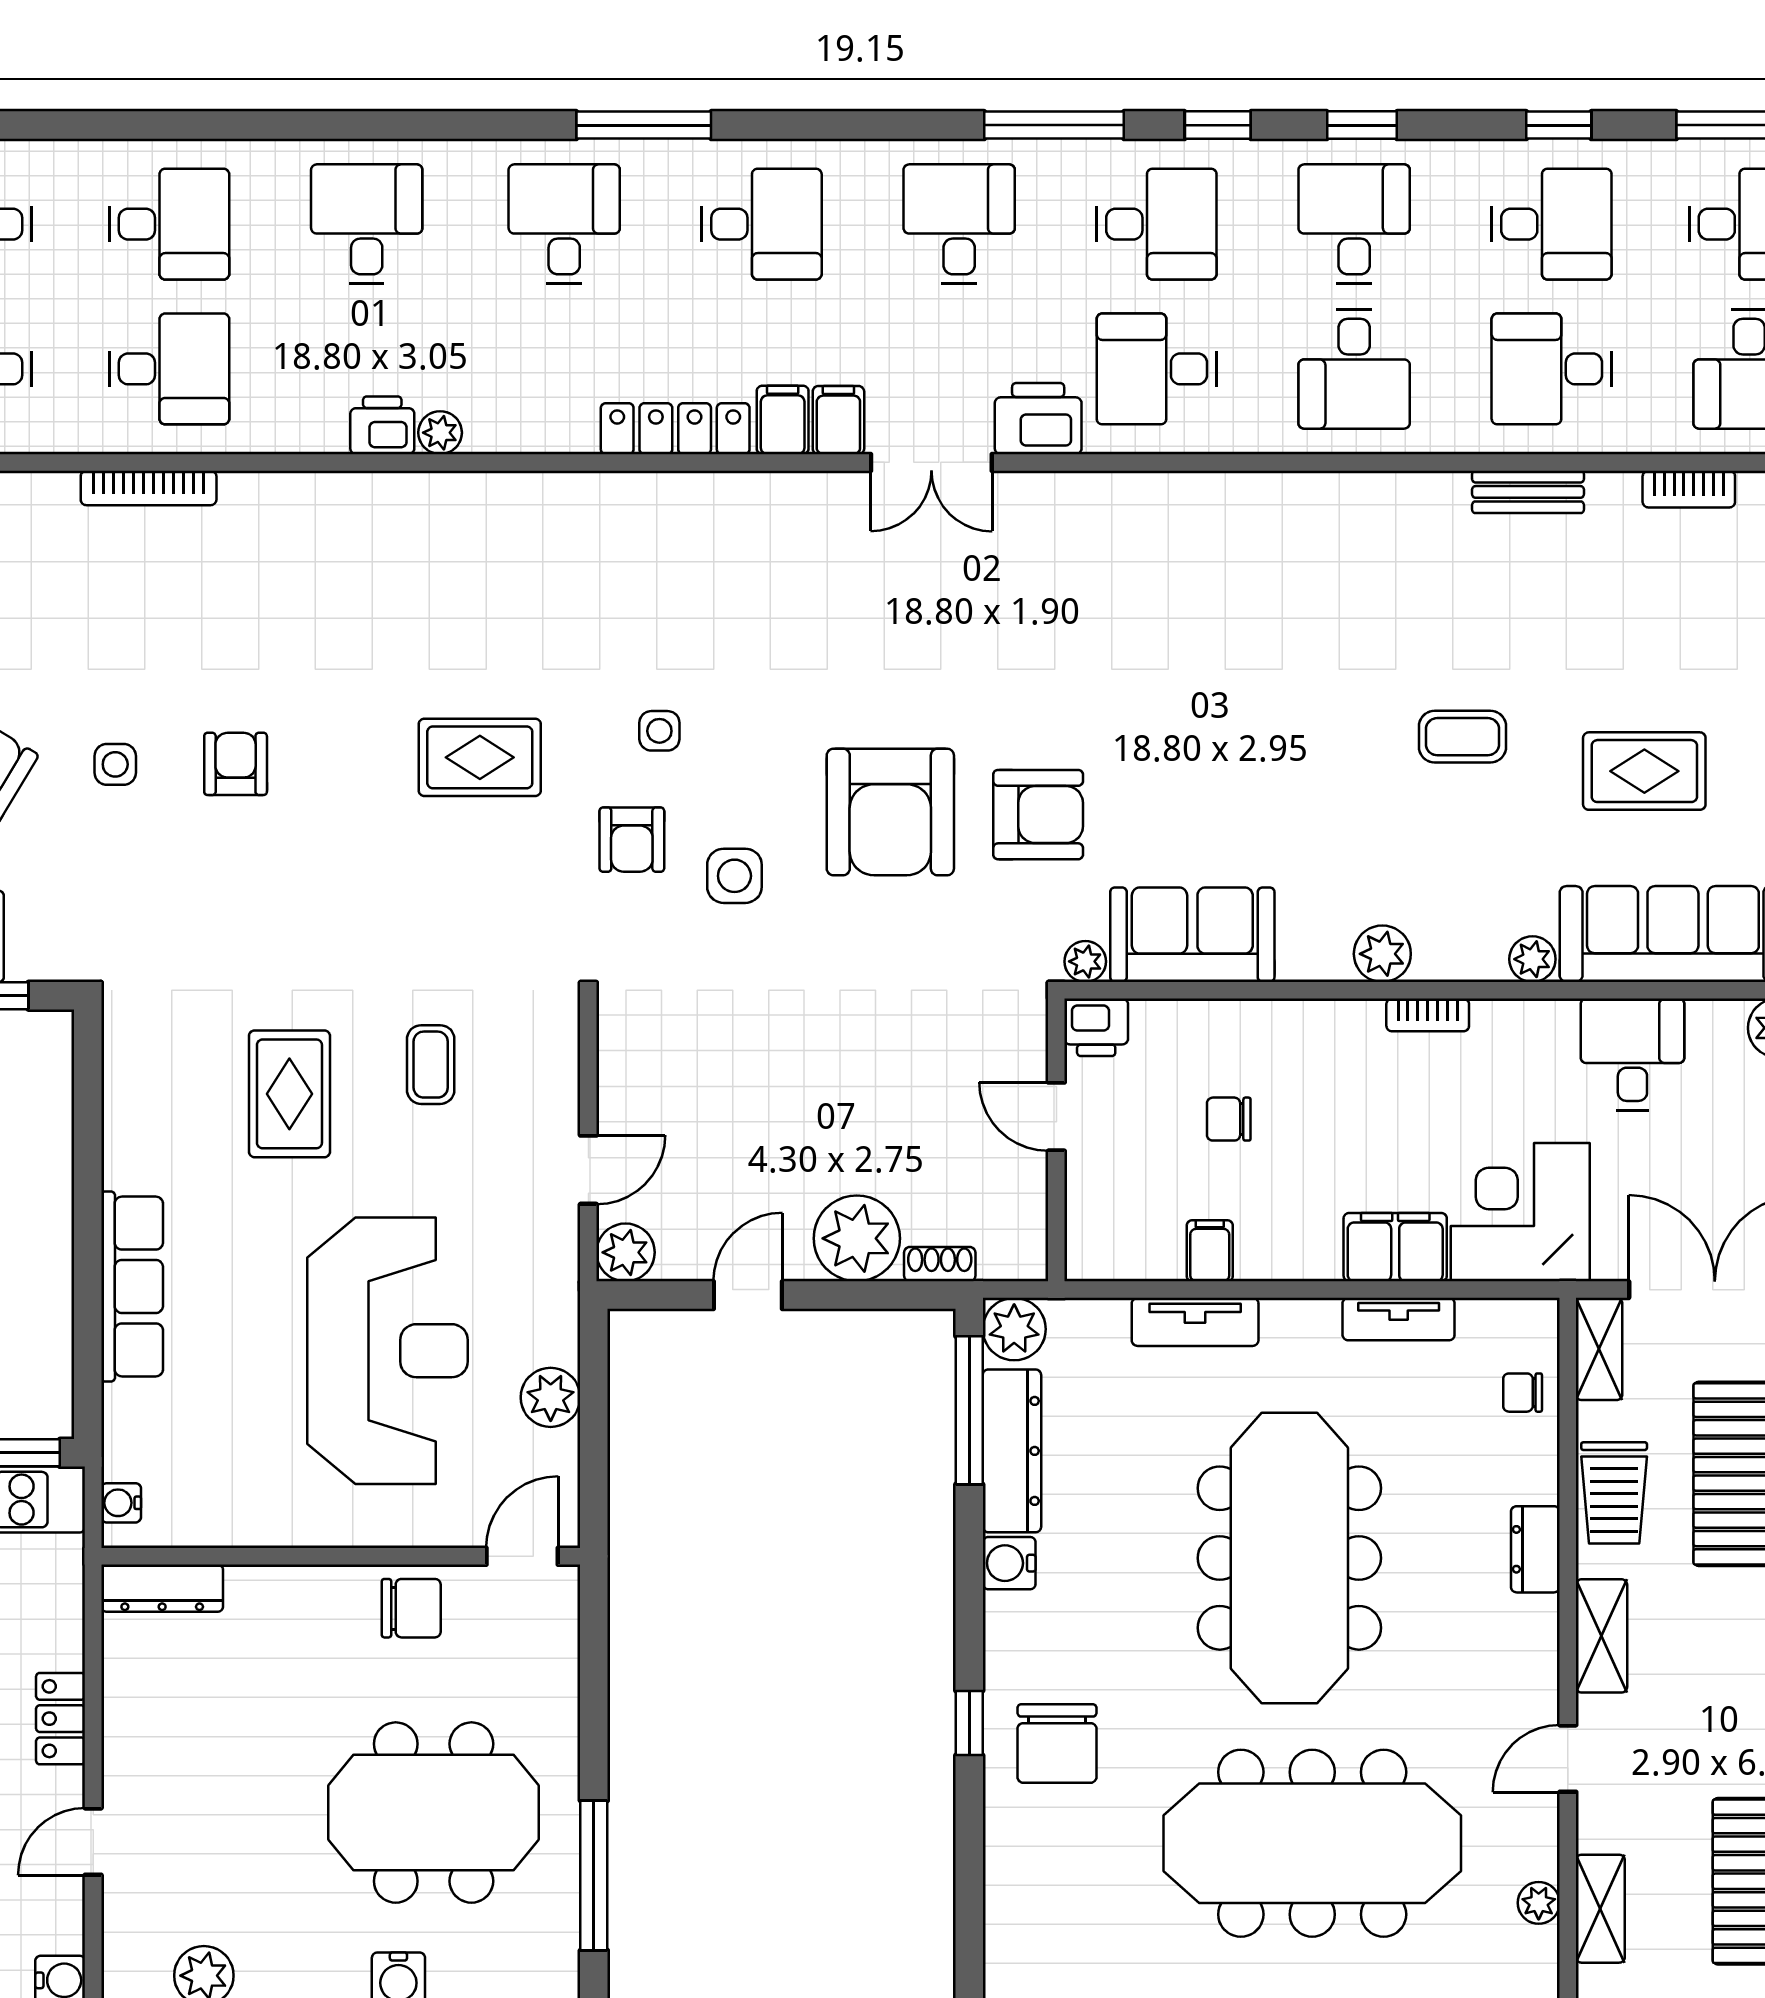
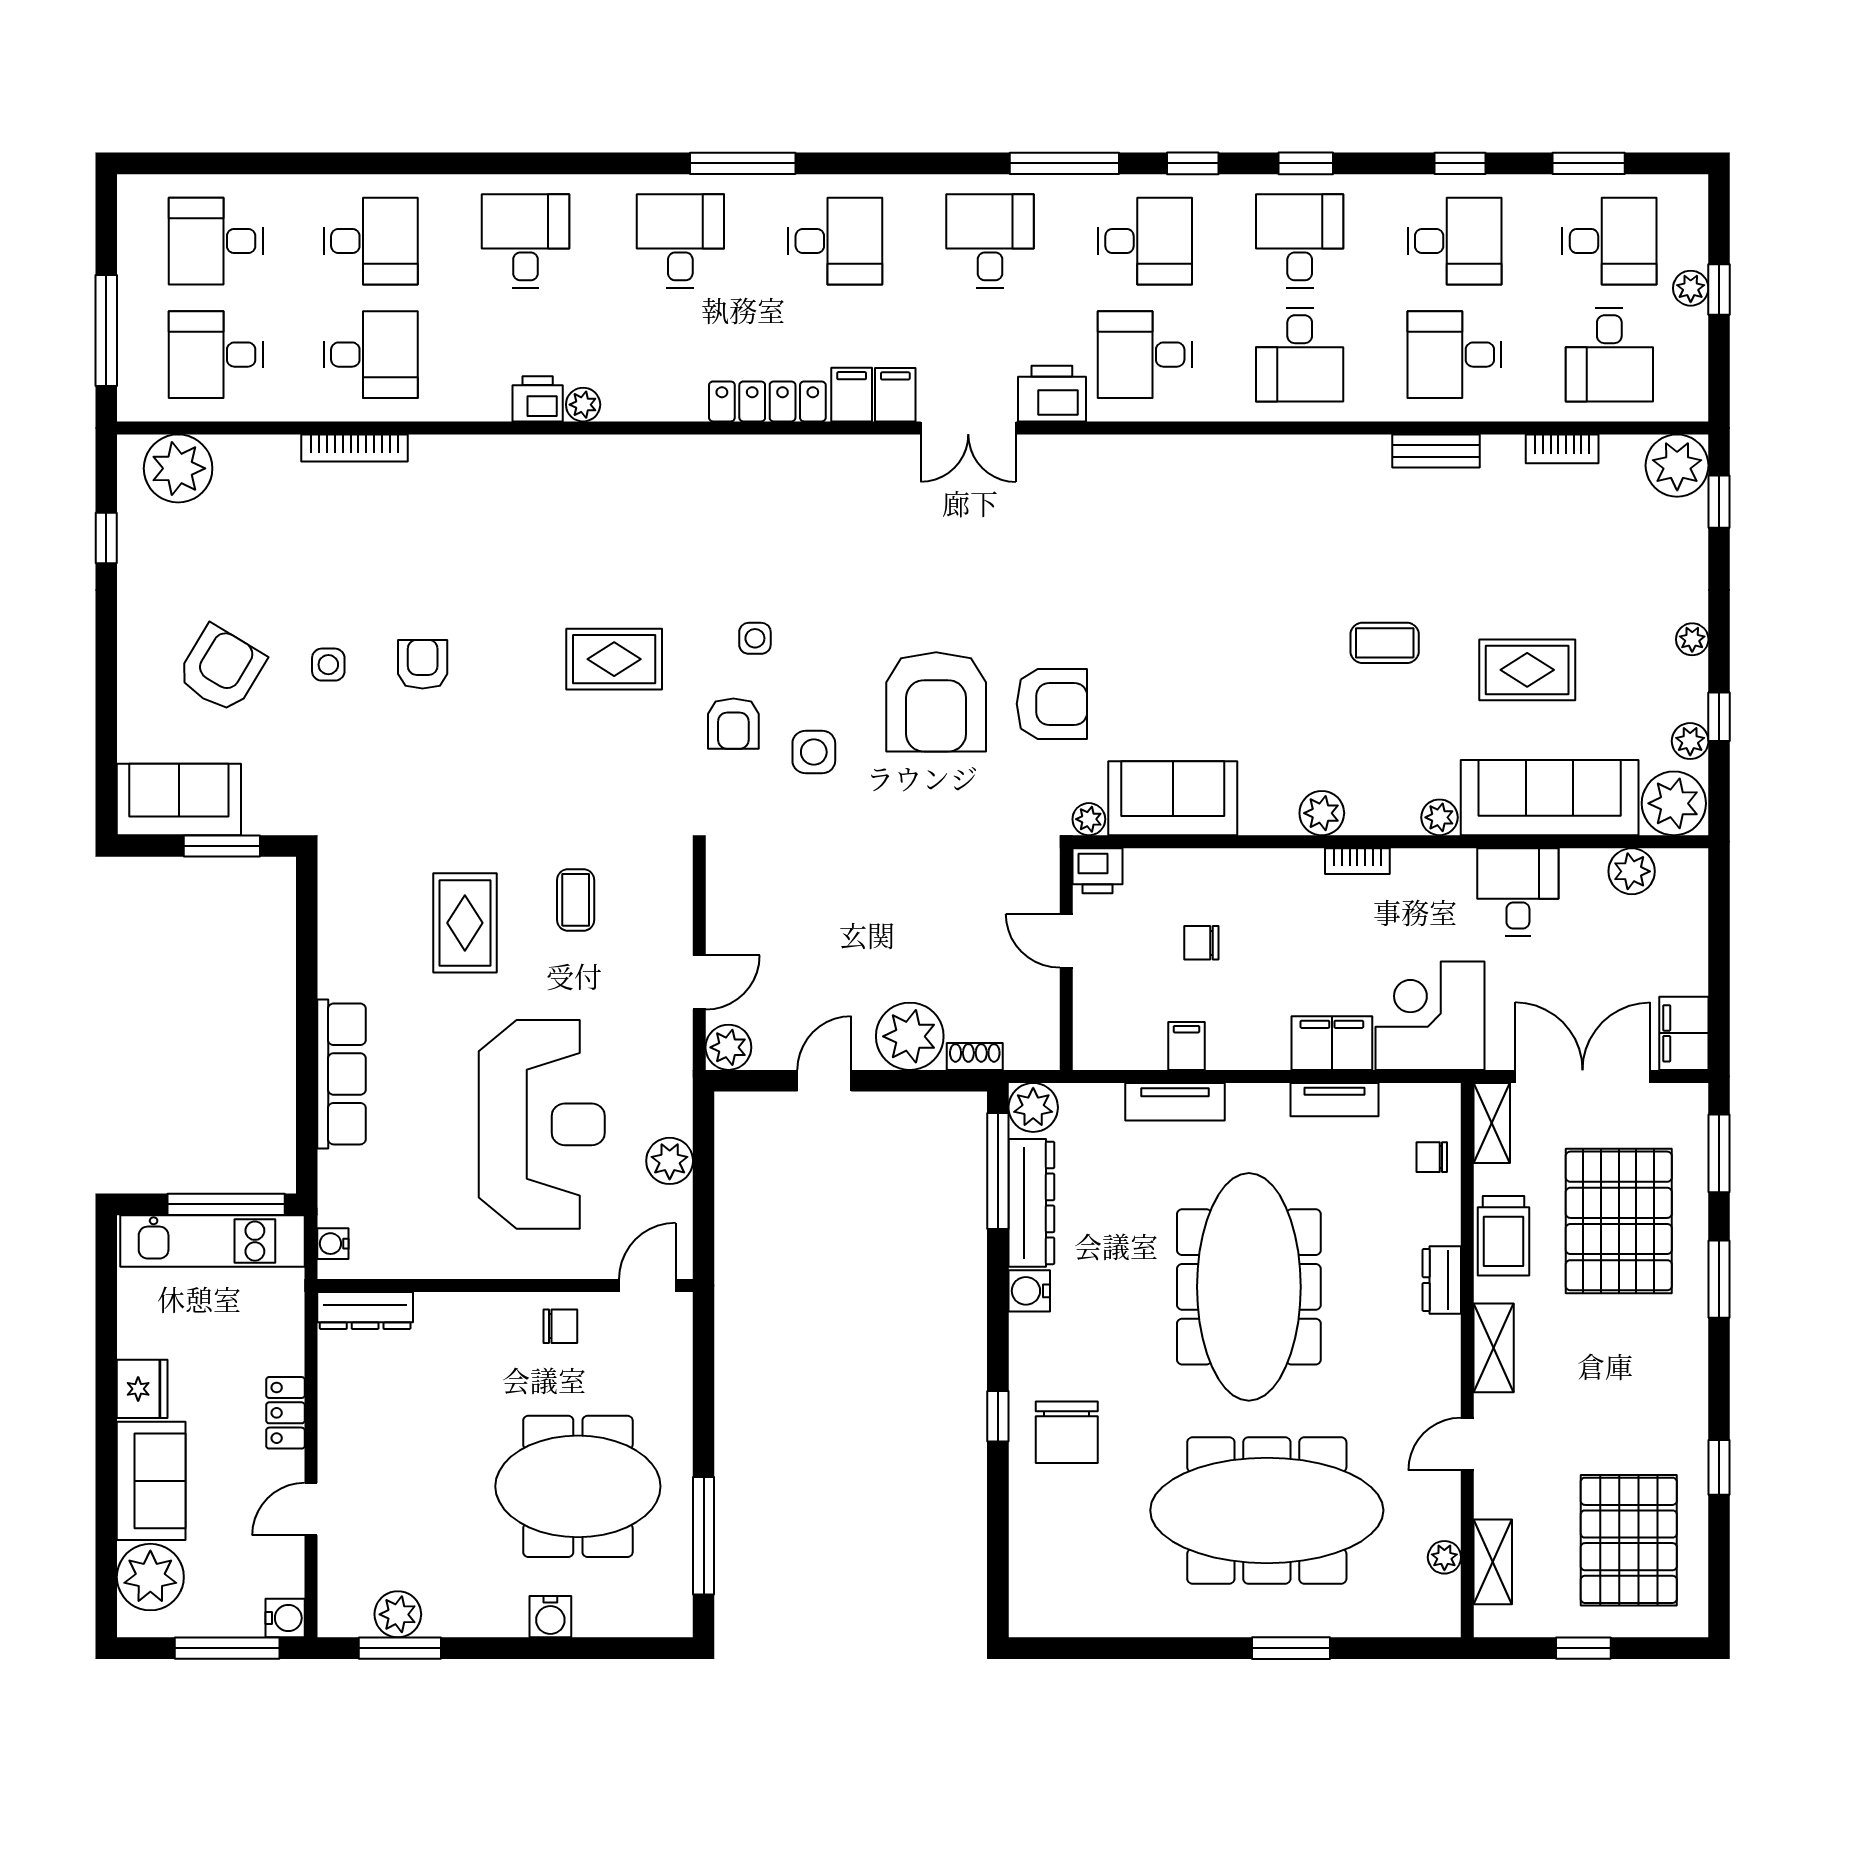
chair: (411, 1608) -> (560, 1326), width x0.73, depth x0.73

